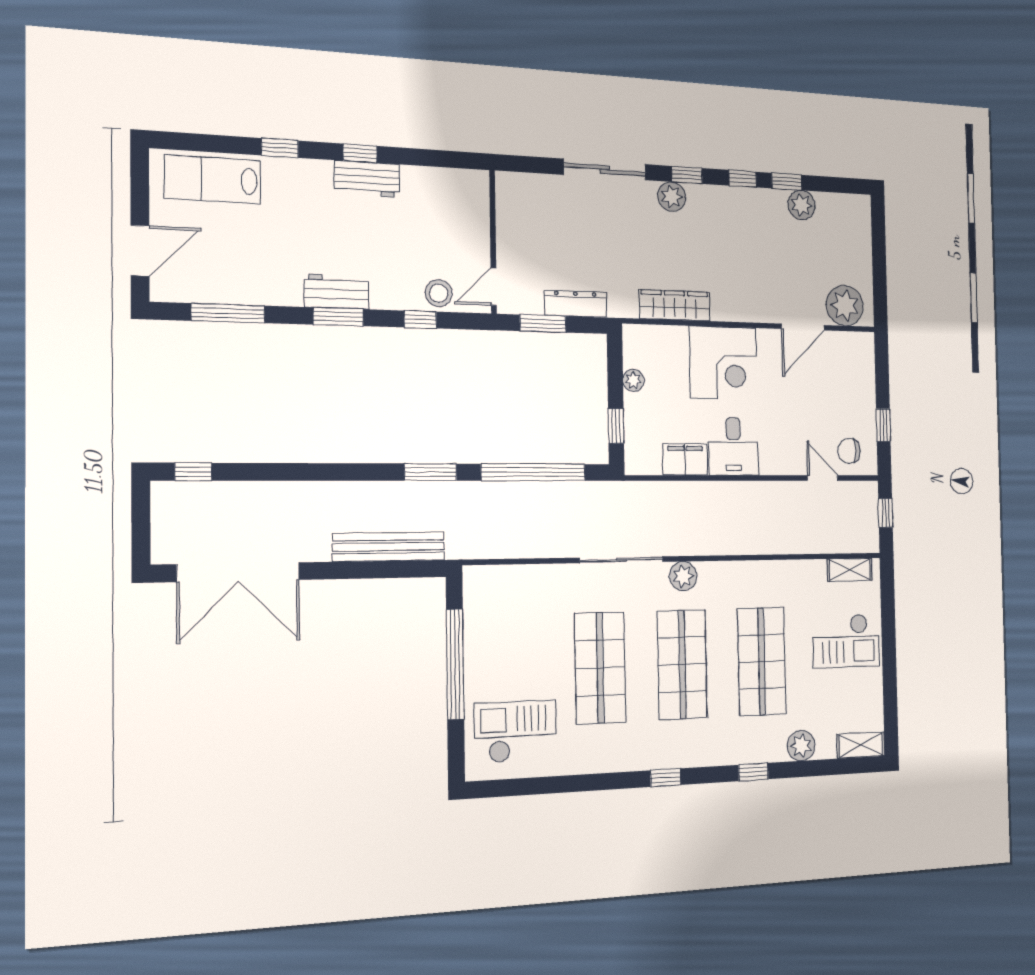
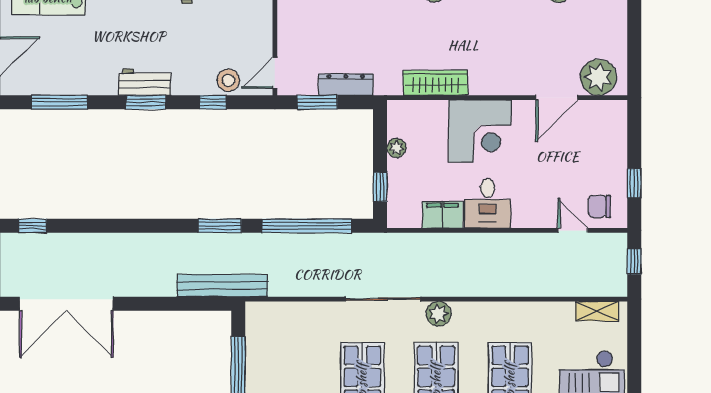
bench: (389, 547) -> (222, 286), moved

